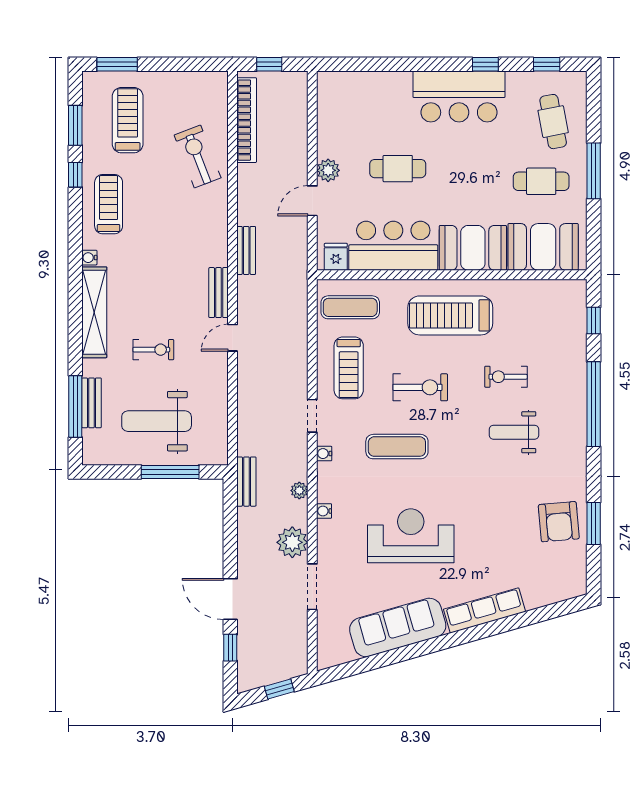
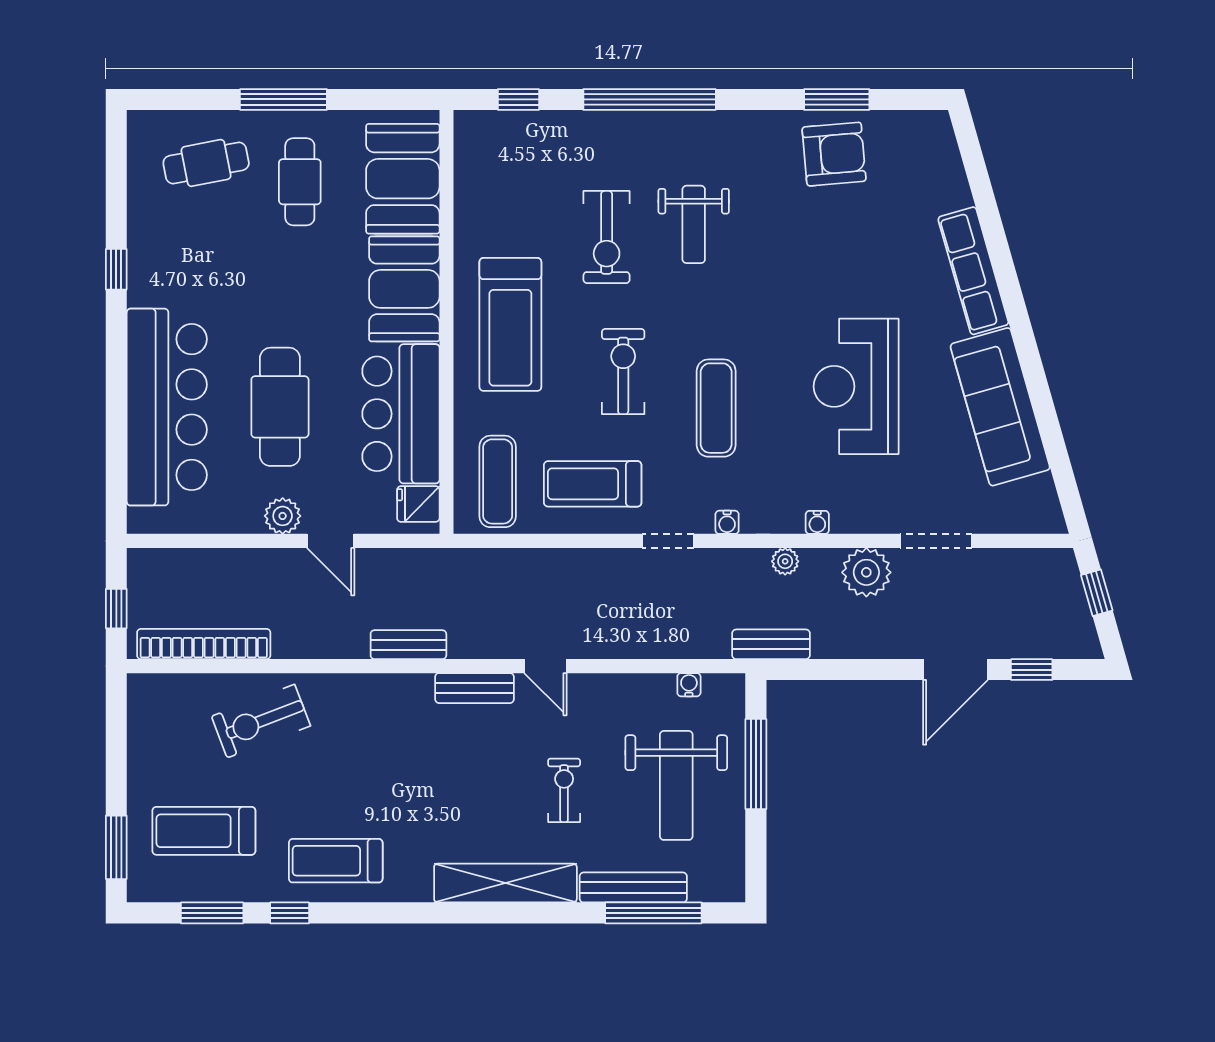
window: (547, 64) -> (116, 173), removed
bar counter: (459, 97) -> (167, 407), moved, width x1.36
cafe table: (398, 169) -> (280, 407), width x1.37, depth x1.35
water cooler: (89, 258) -> (689, 685), moved, turned 180
treadmill: (349, 368) -> (593, 484), turned 180
exercise bike: (506, 377) -> (607, 237), width x1.38, depth x1.39
bench: (91, 403) -> (633, 887), width x1.36

